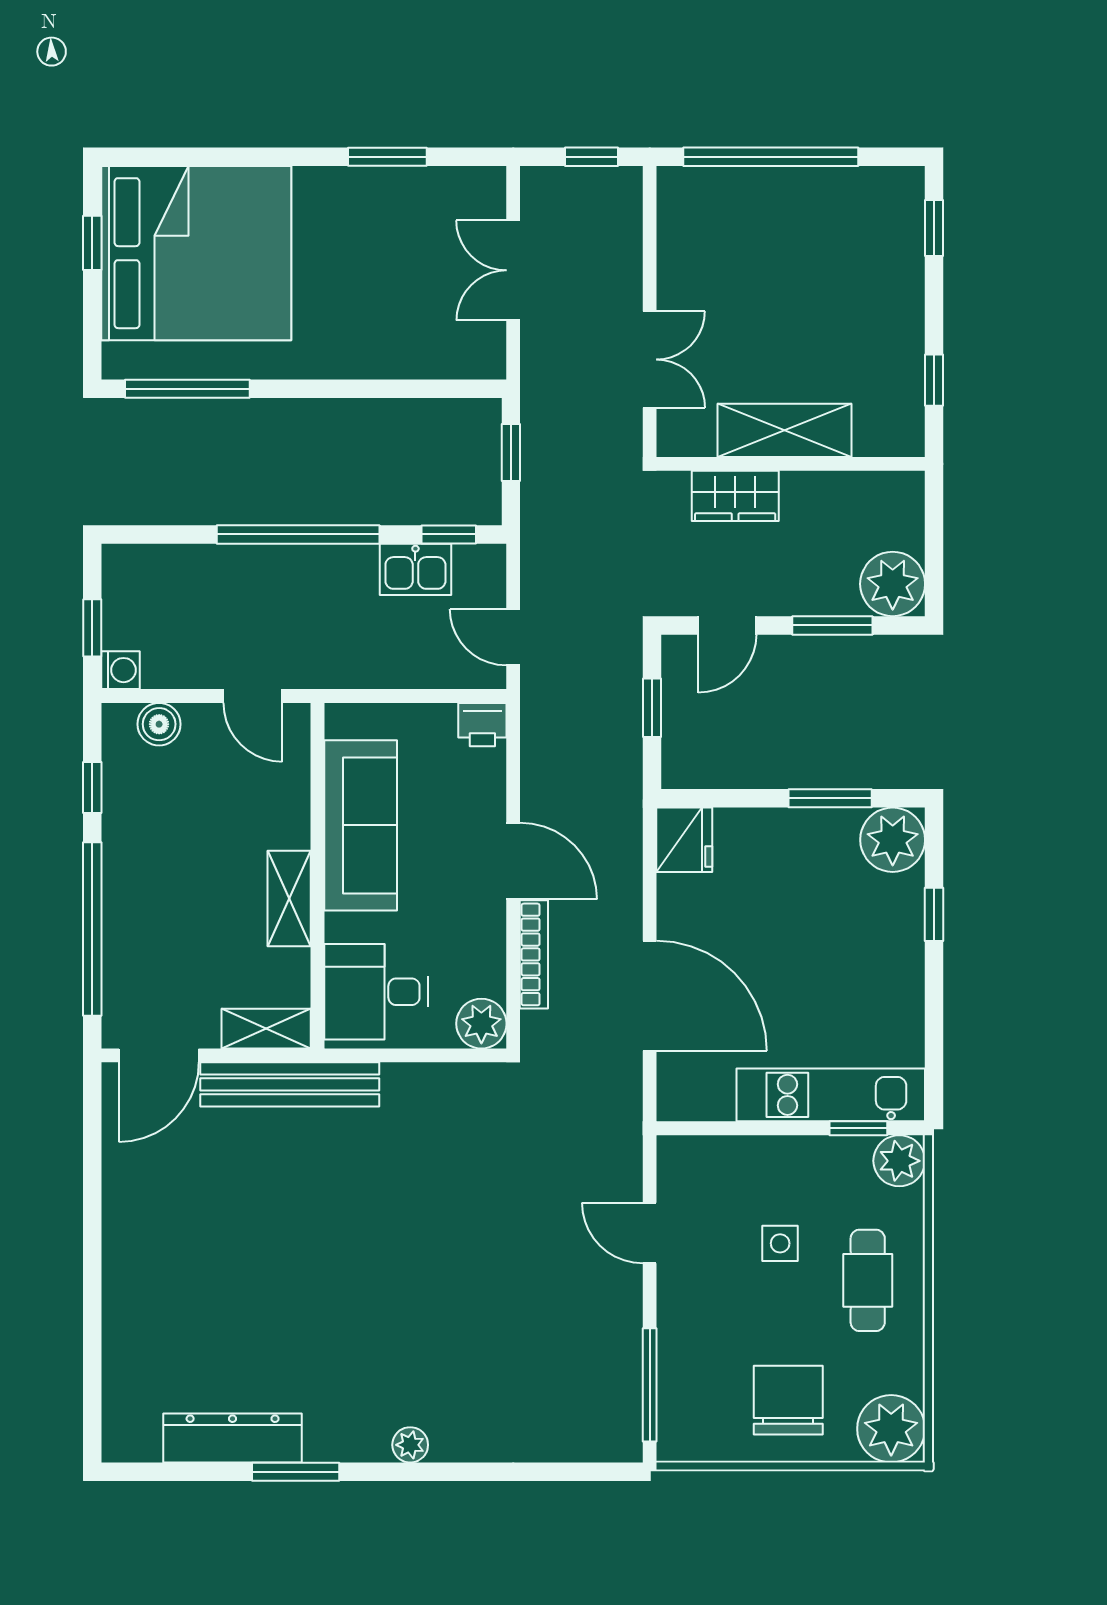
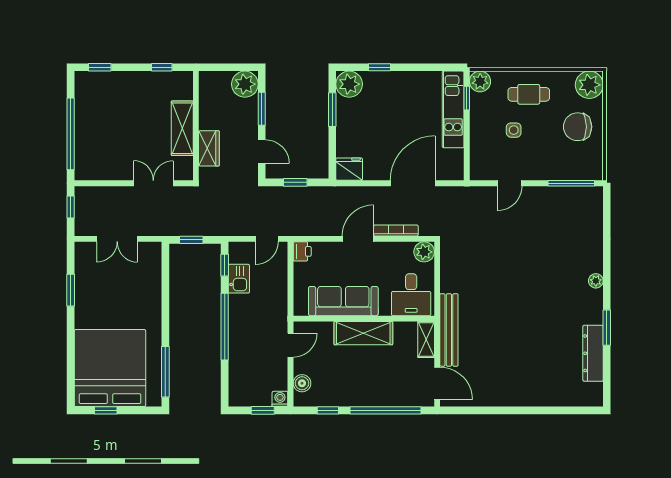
shelving: (289, 898) -> (363, 333), width x1.50, depth x1.33

